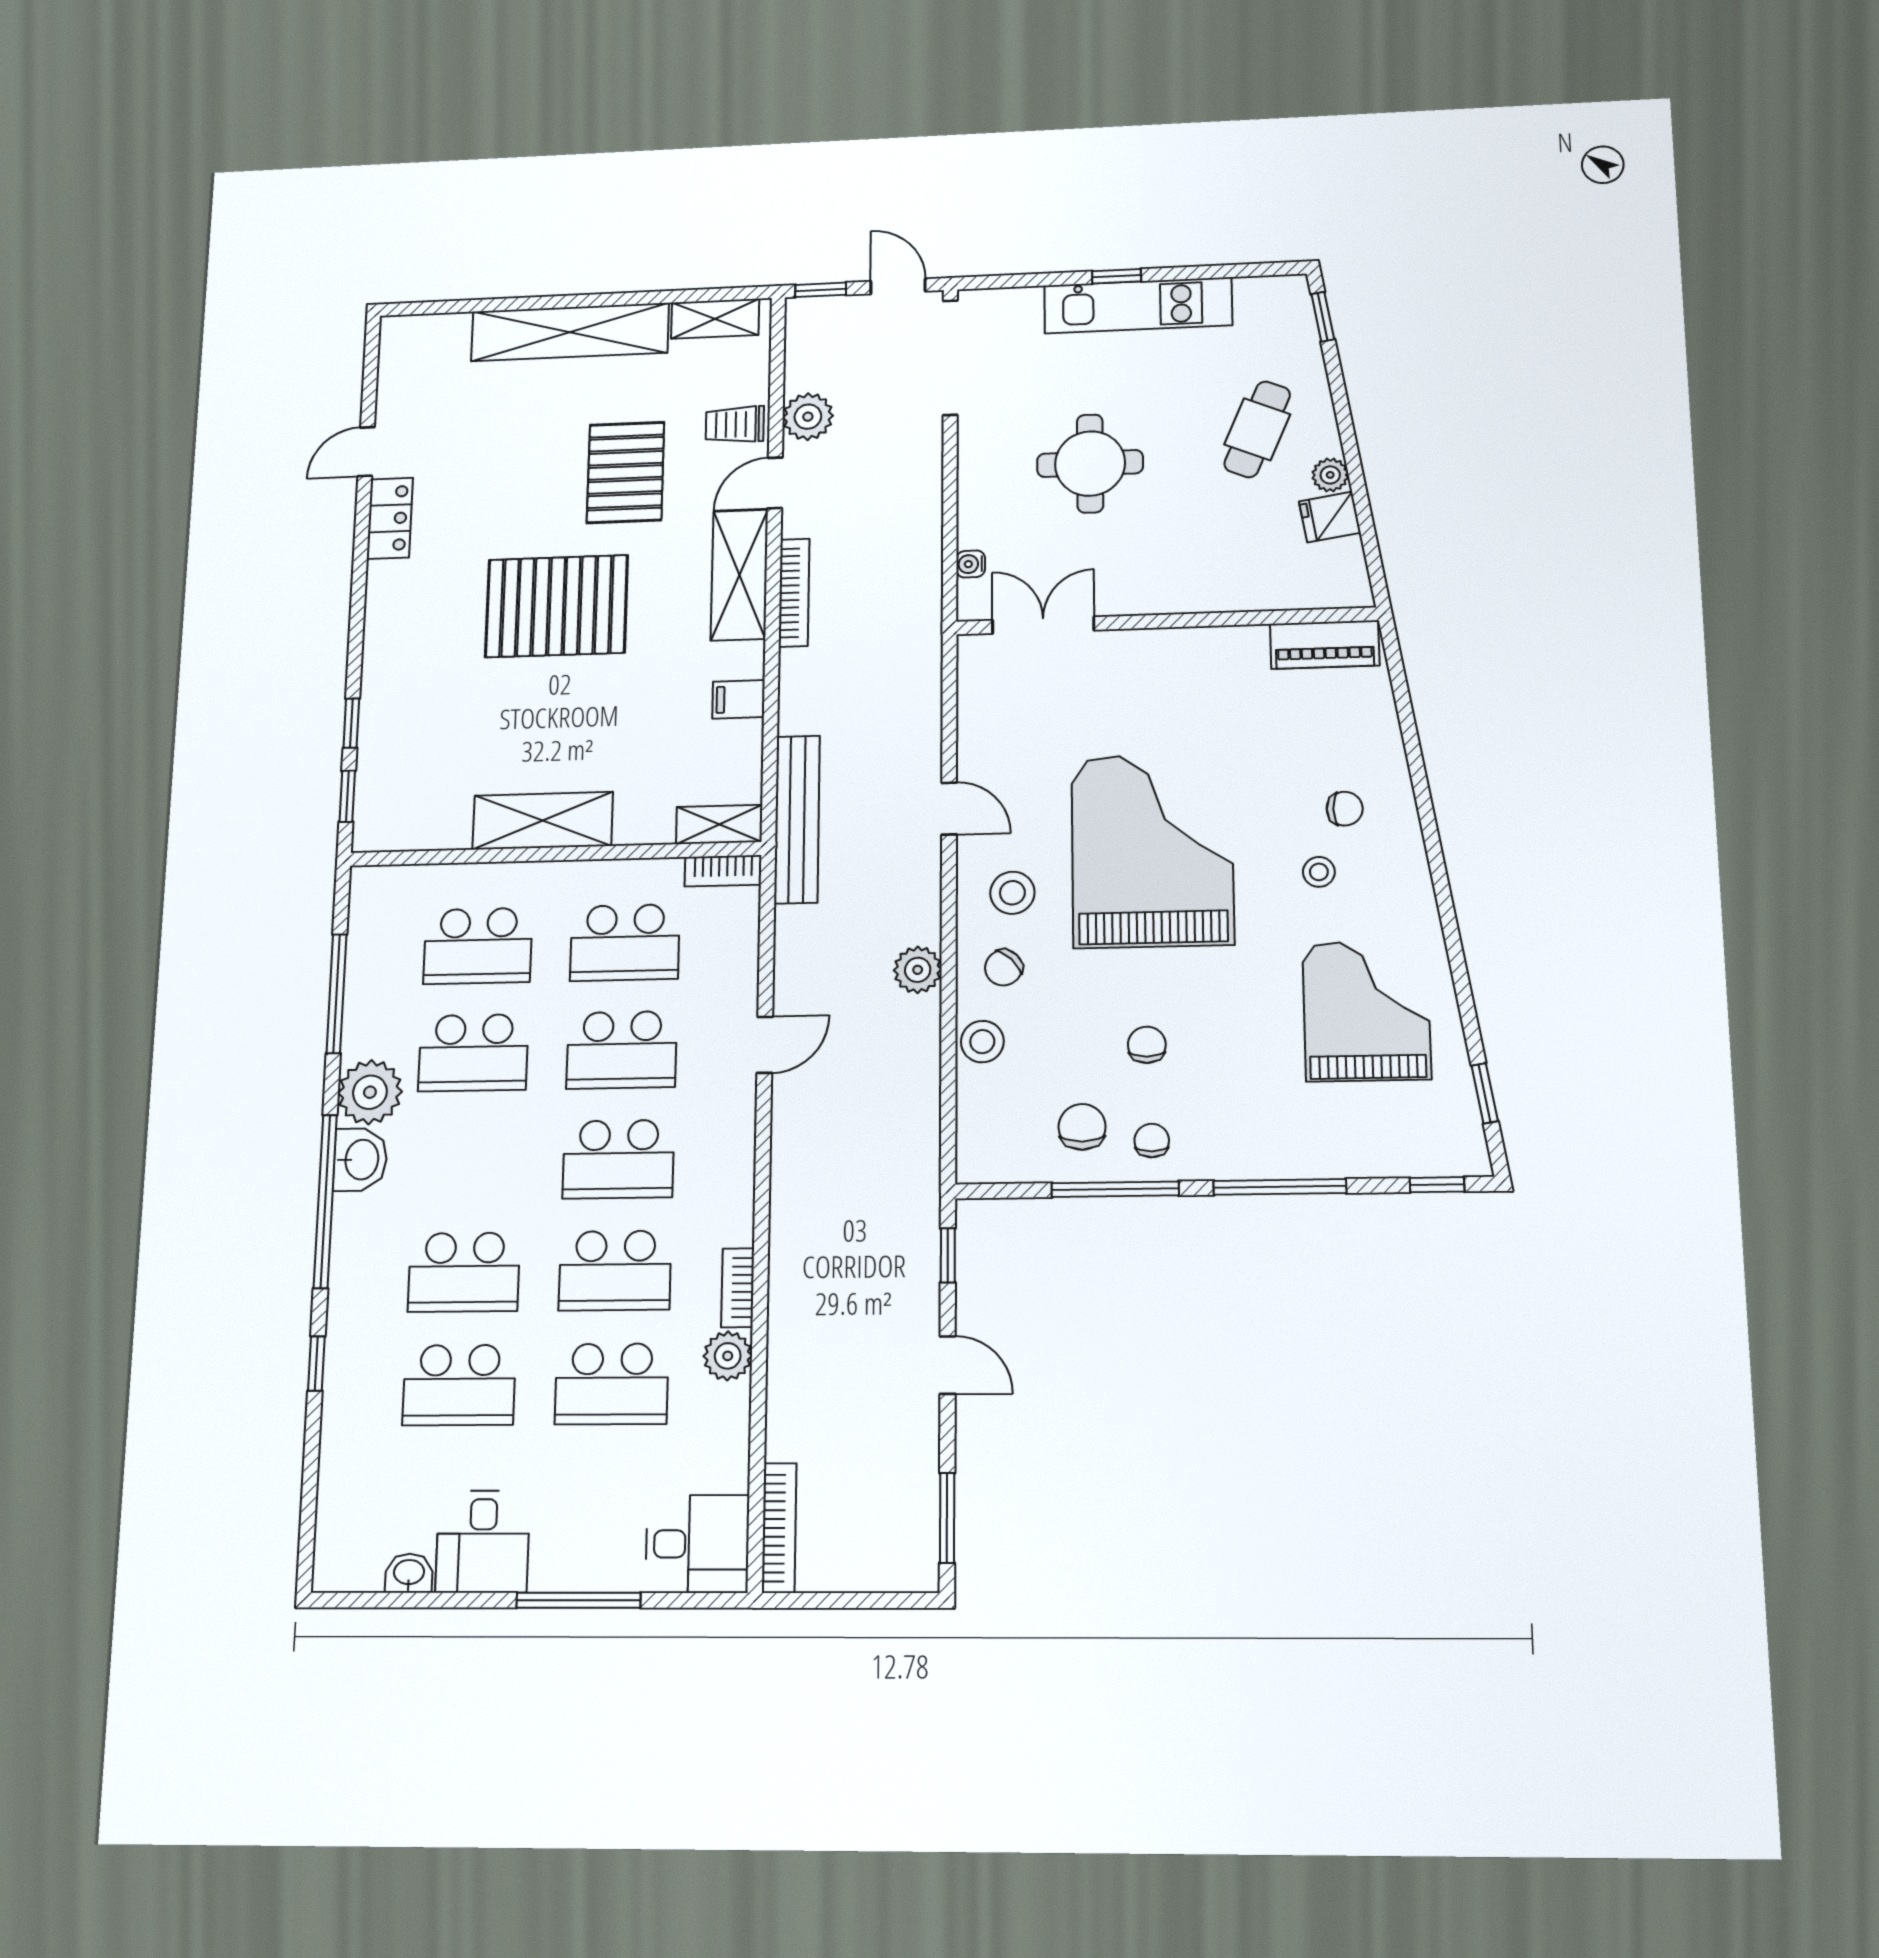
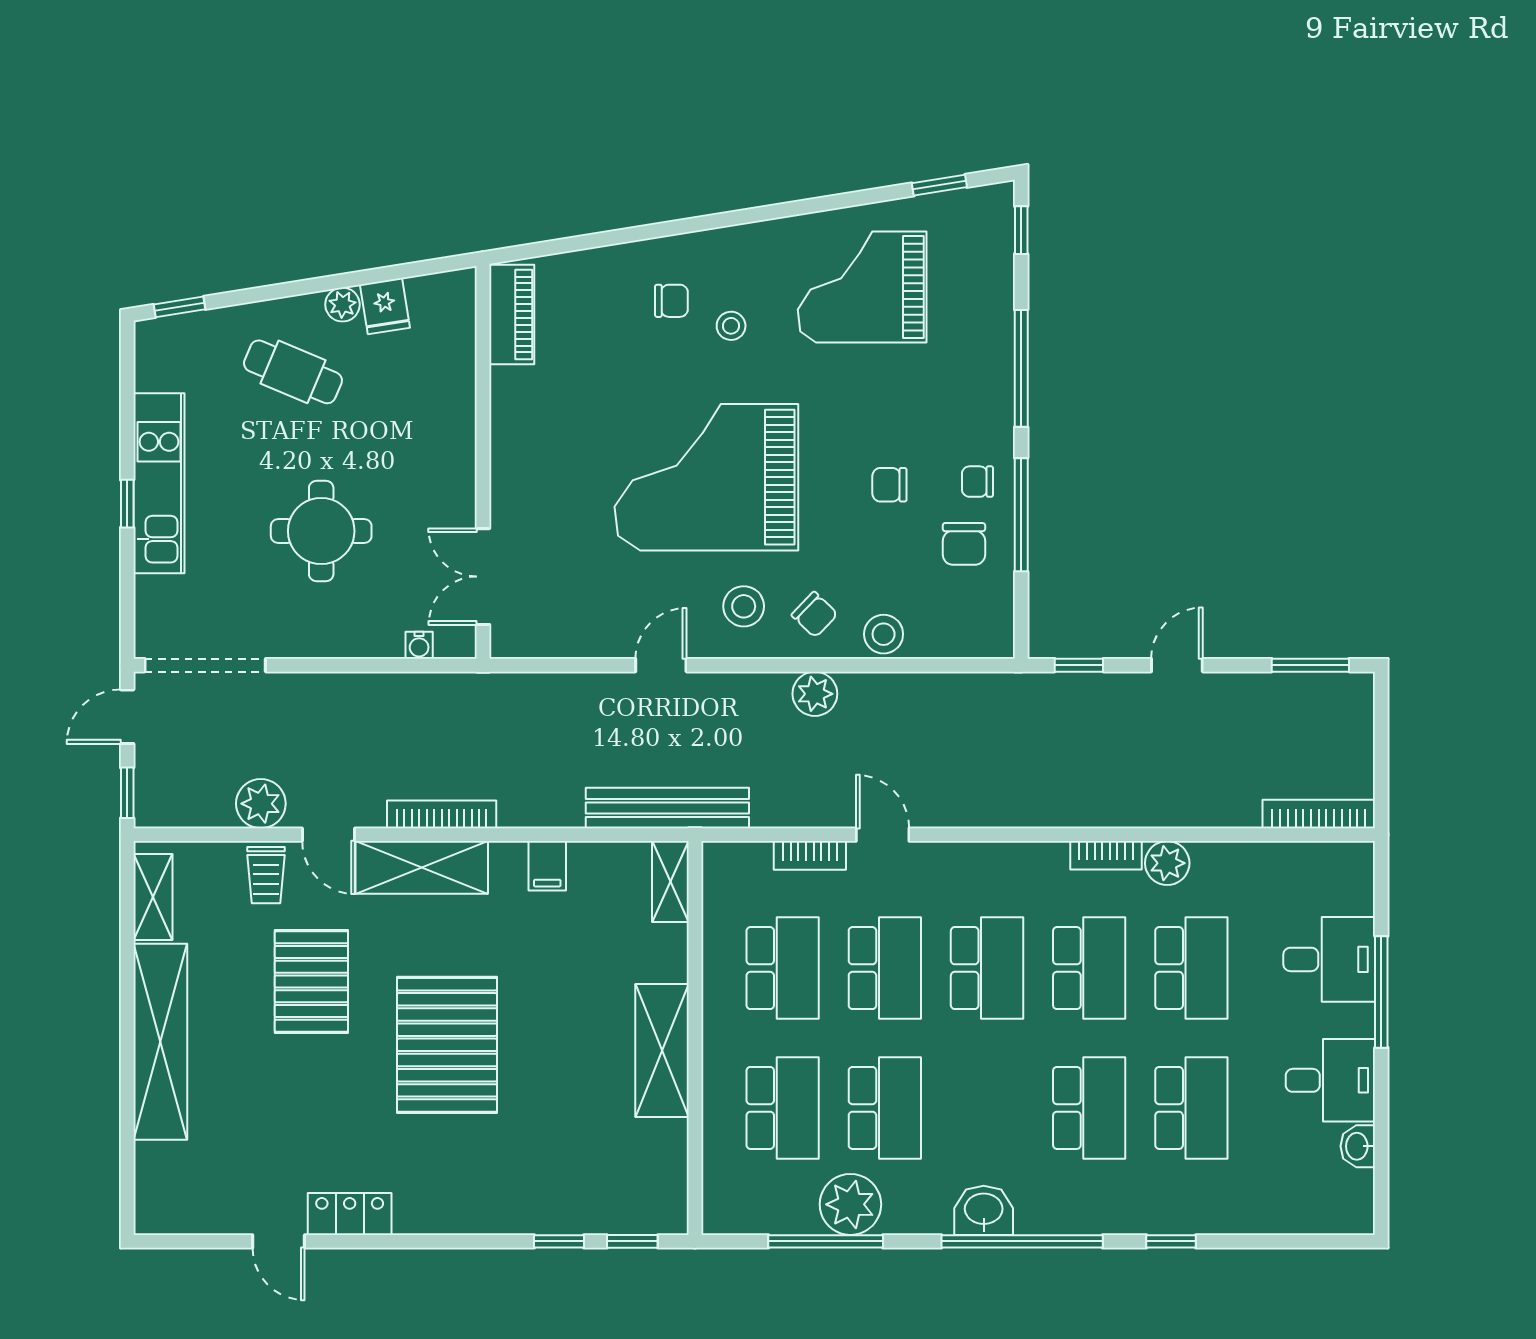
pallet: (625, 472) -> (311, 982), turned 90
chair: (1345, 809) -> (671, 301), turned 90
bookcase: (723, 871) -> (810, 855), moved, turned 90
plant: (370, 1092) -> (850, 1204), moved
chair: (1082, 1127) -> (964, 544), turned -90
desk: (697, 1544) -> (1329, 959), moved, turned 90

